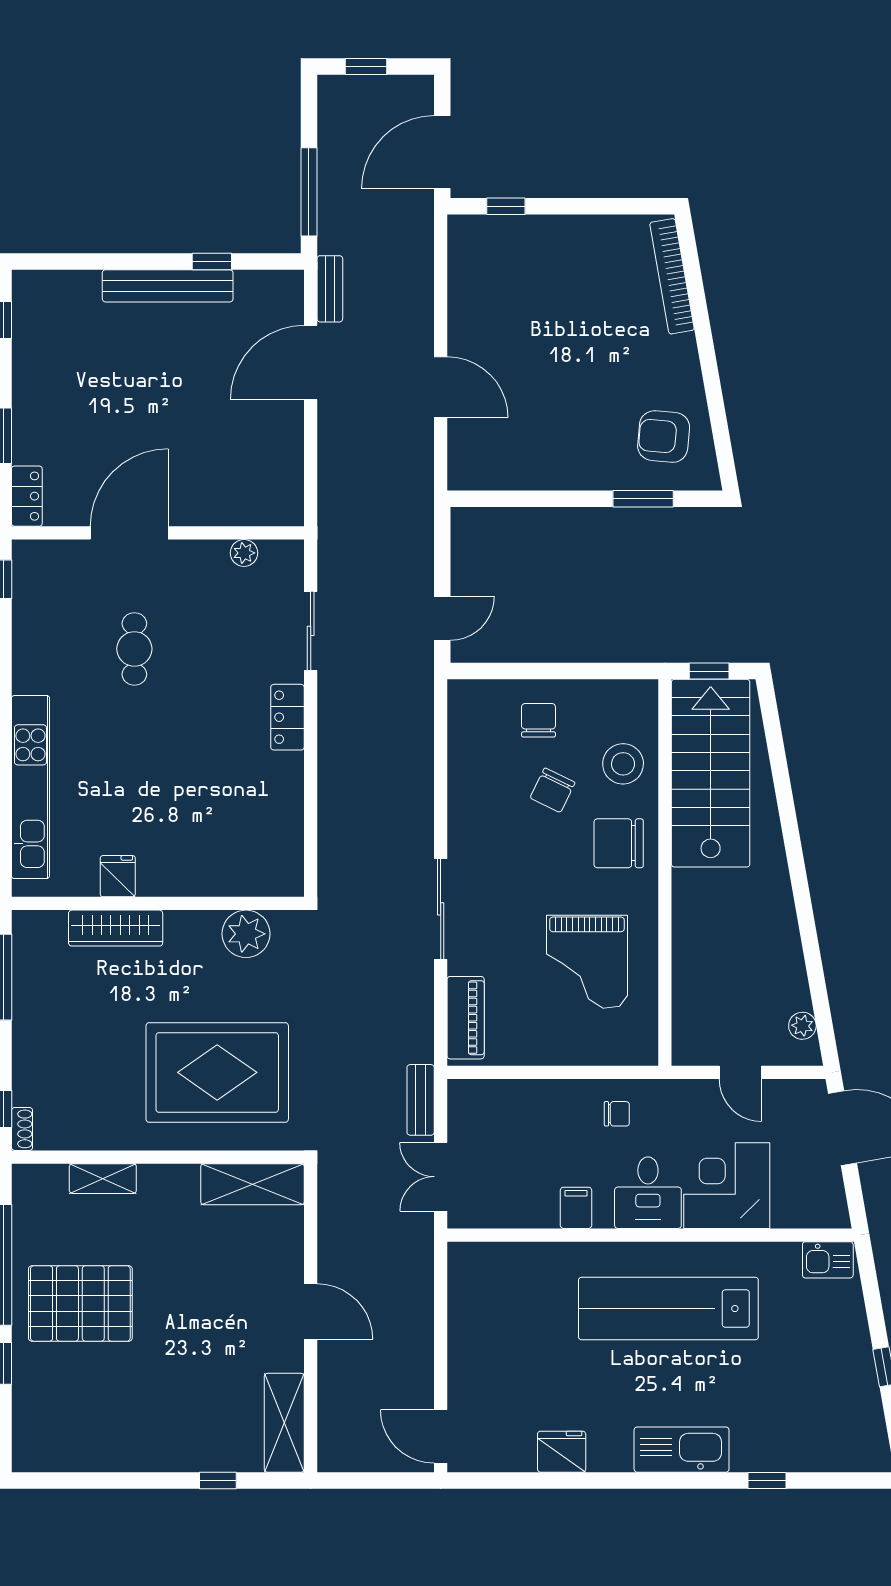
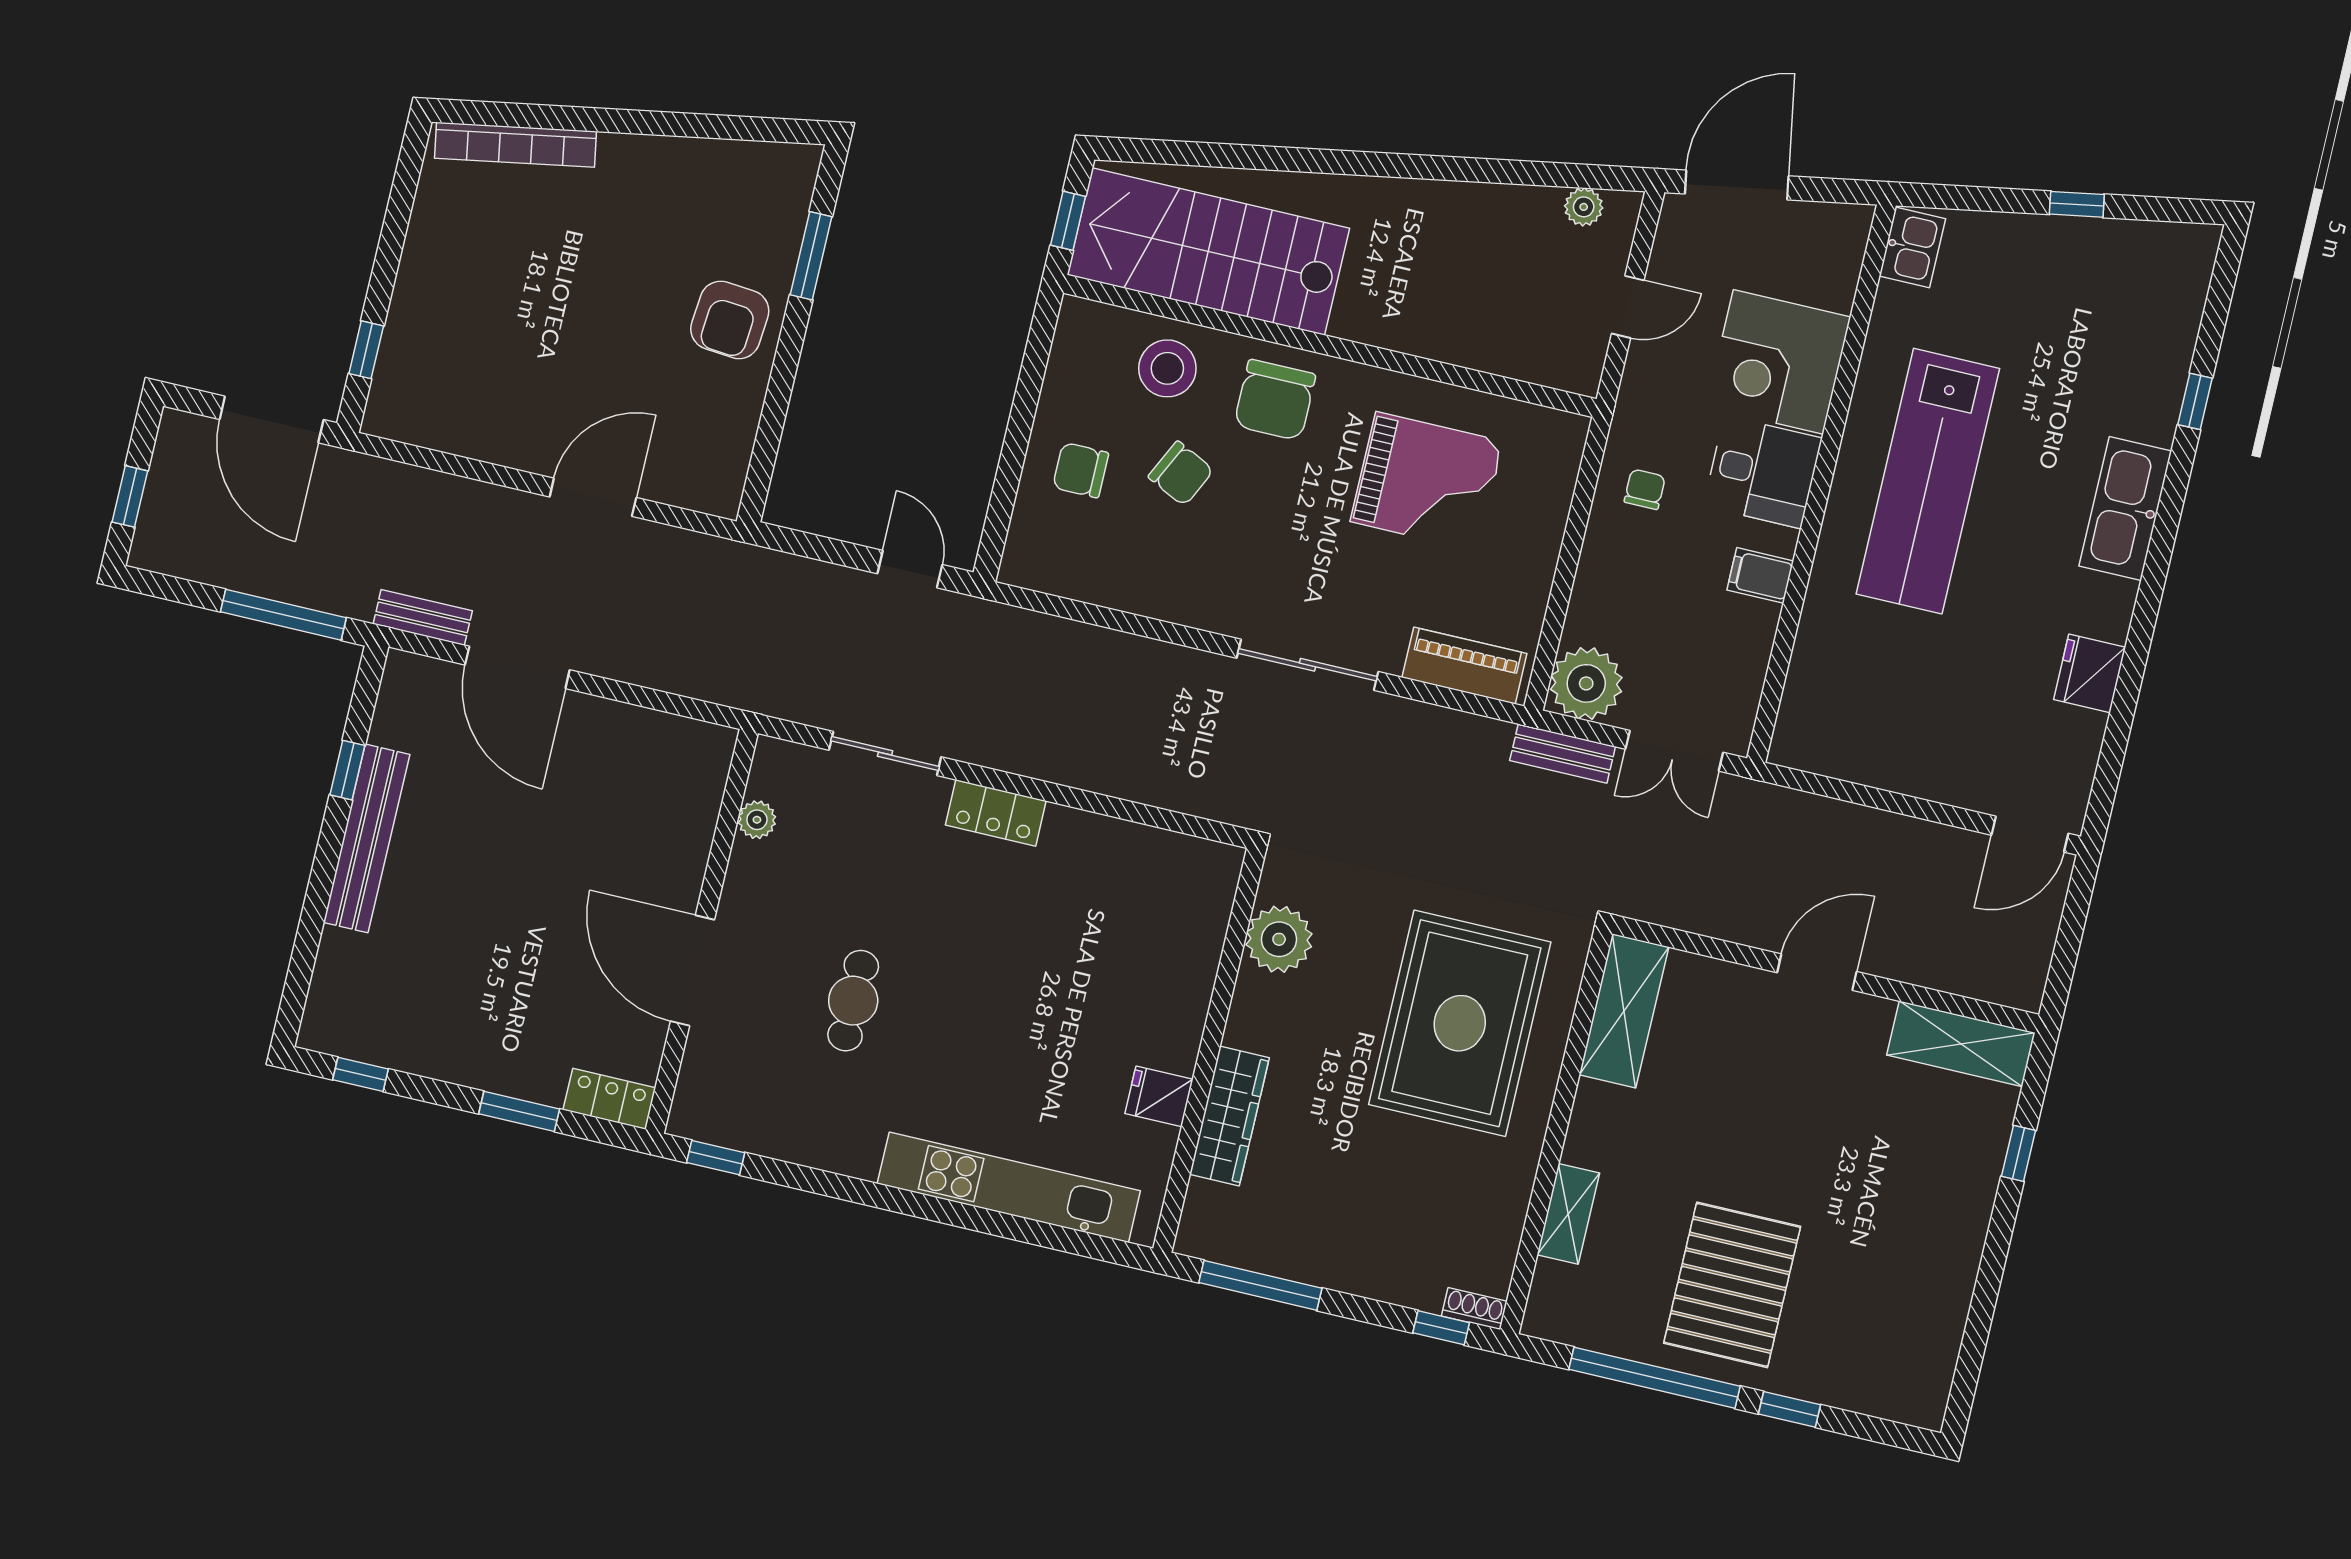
armchair: (664, 437) -> (730, 320), moved
cafe table: (134, 649) -> (853, 1001), turned 90
plant: (473, 1105) -> (1586, 683), added

